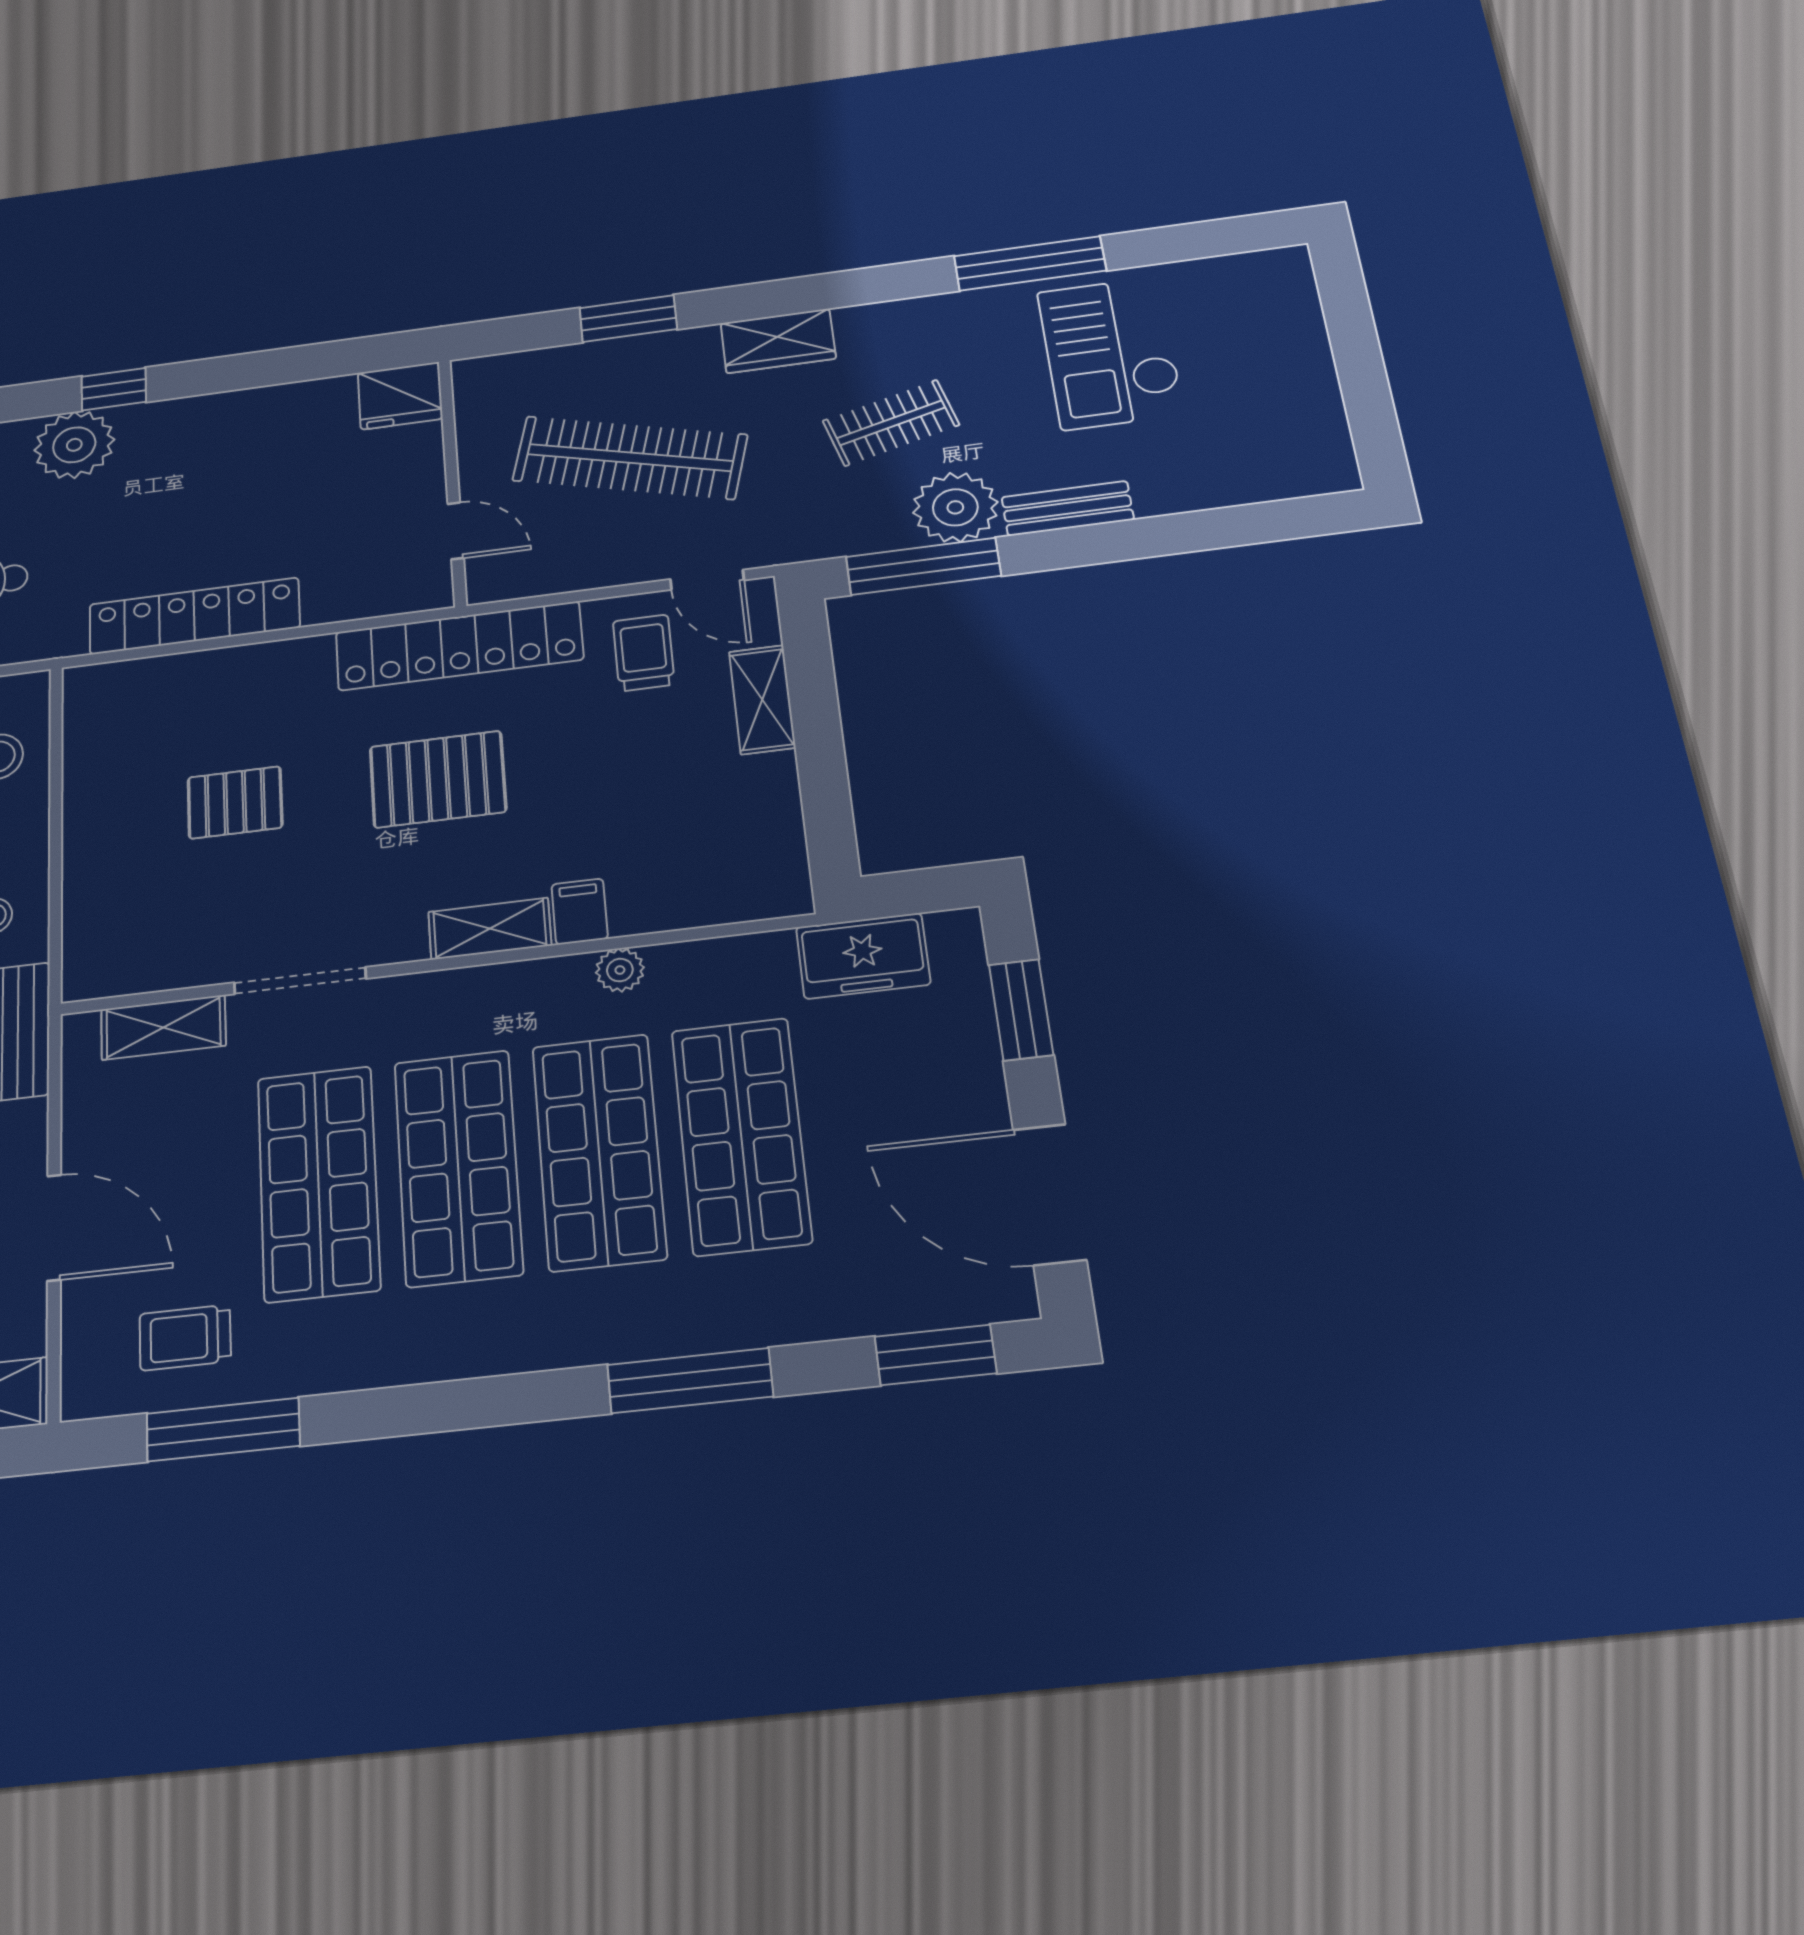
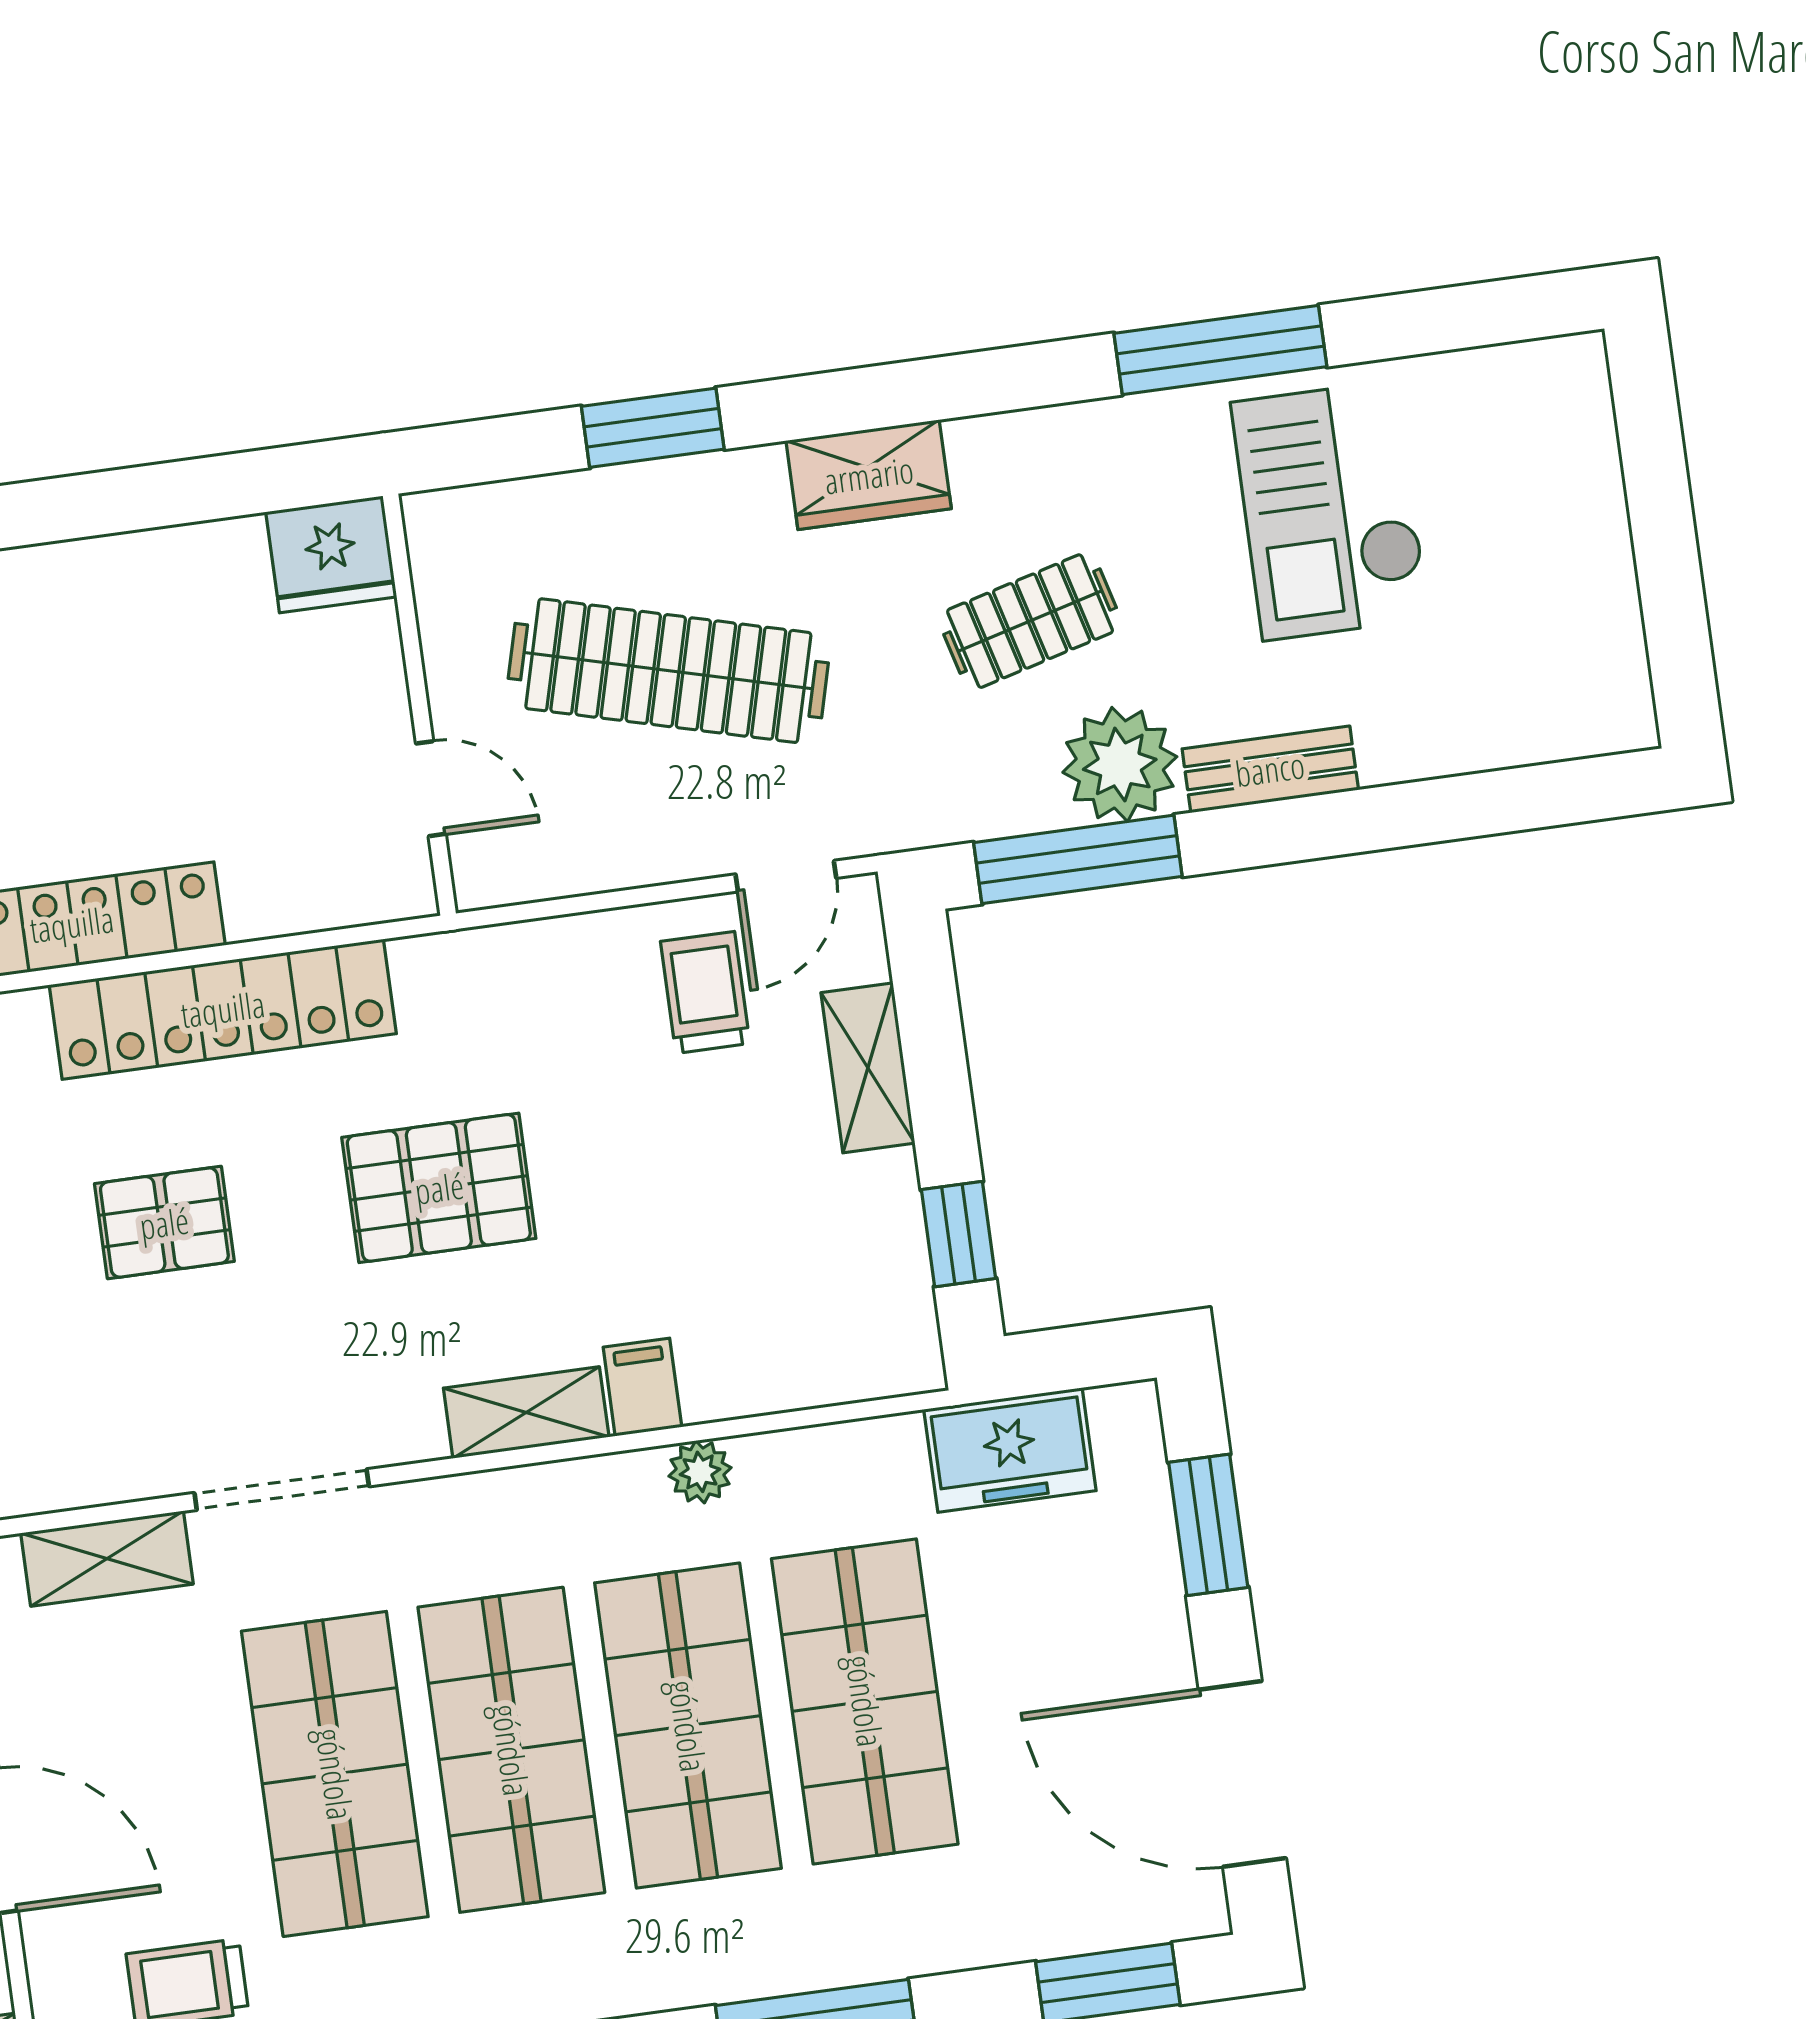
door: (707, 580) -> (786, 876), hinge flipped
locker: (459, 646) -> (223, 1009), moved
window: (827, 808) -> (958, 1234), added

